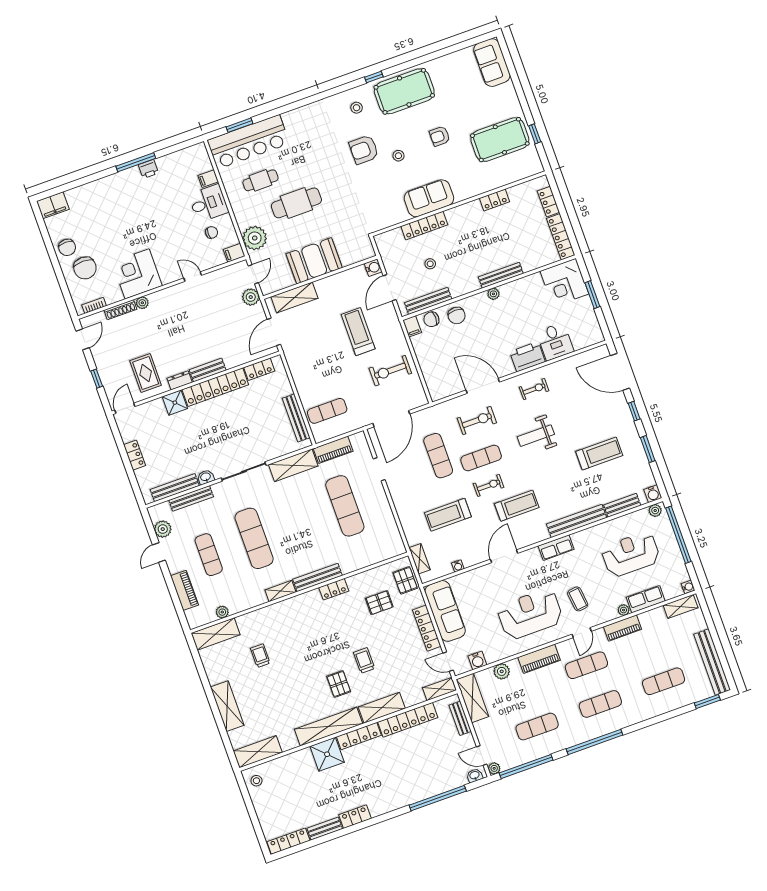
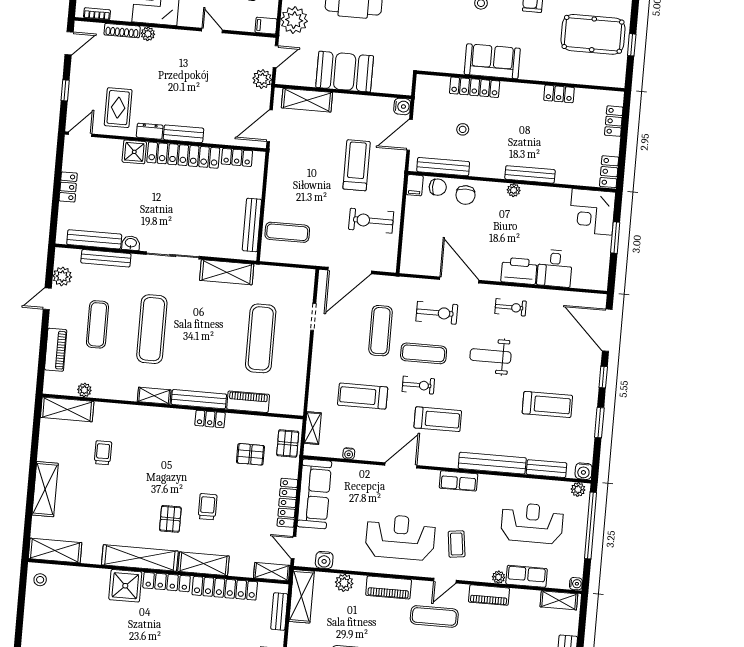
locker: (561, 237) -> (609, 172), width x0.66
chair: (431, 319) -> (438, 187), turned 180
piano: (333, 450) -> (248, 402), moved, turned 180

